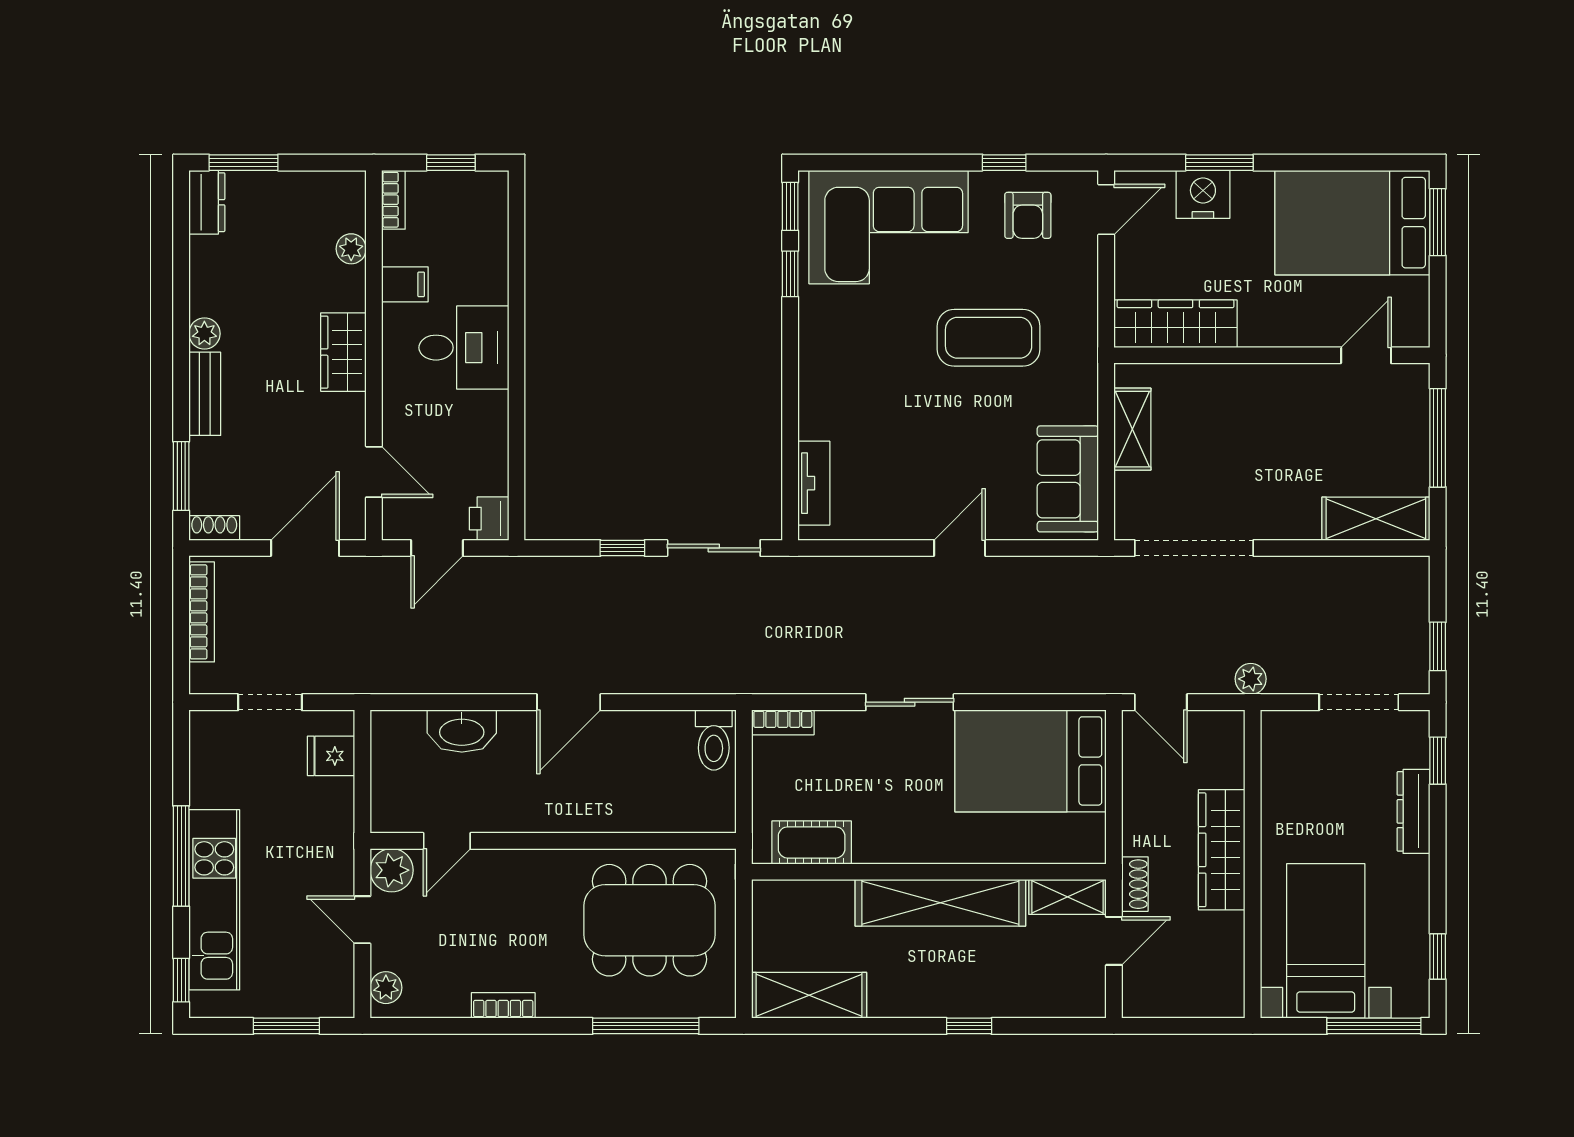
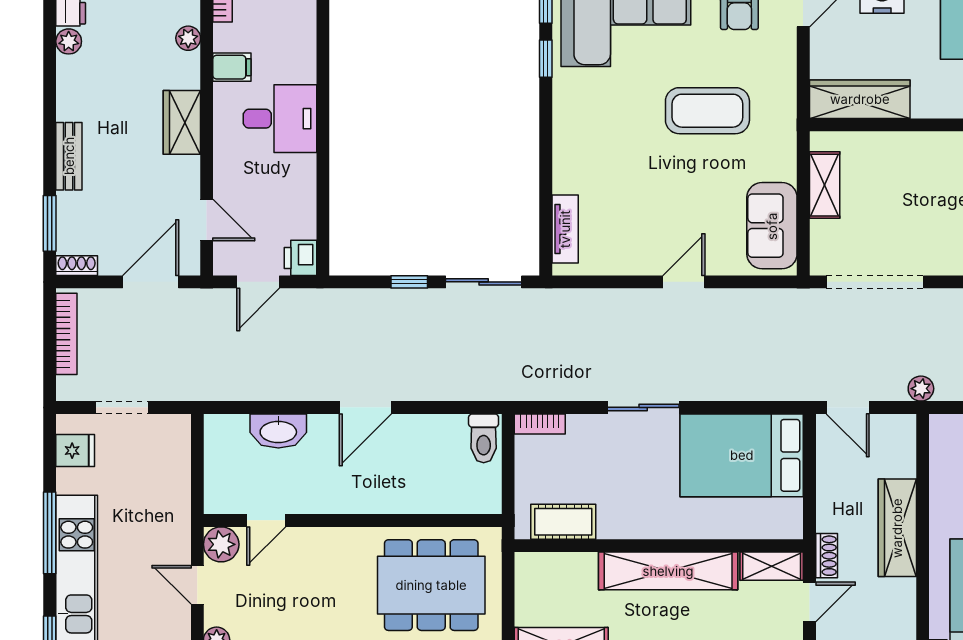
plant: (204, 334) -> (69, 41), moved
fridge: (331, 756) -> (75, 451), moved, turned 180

